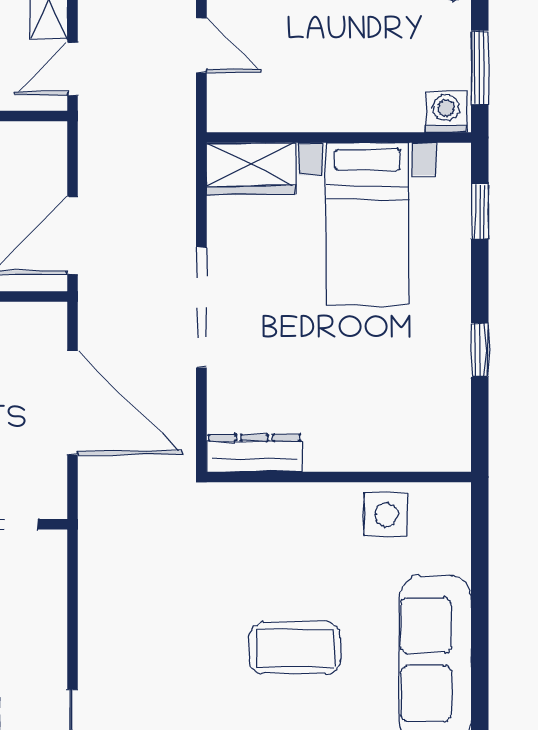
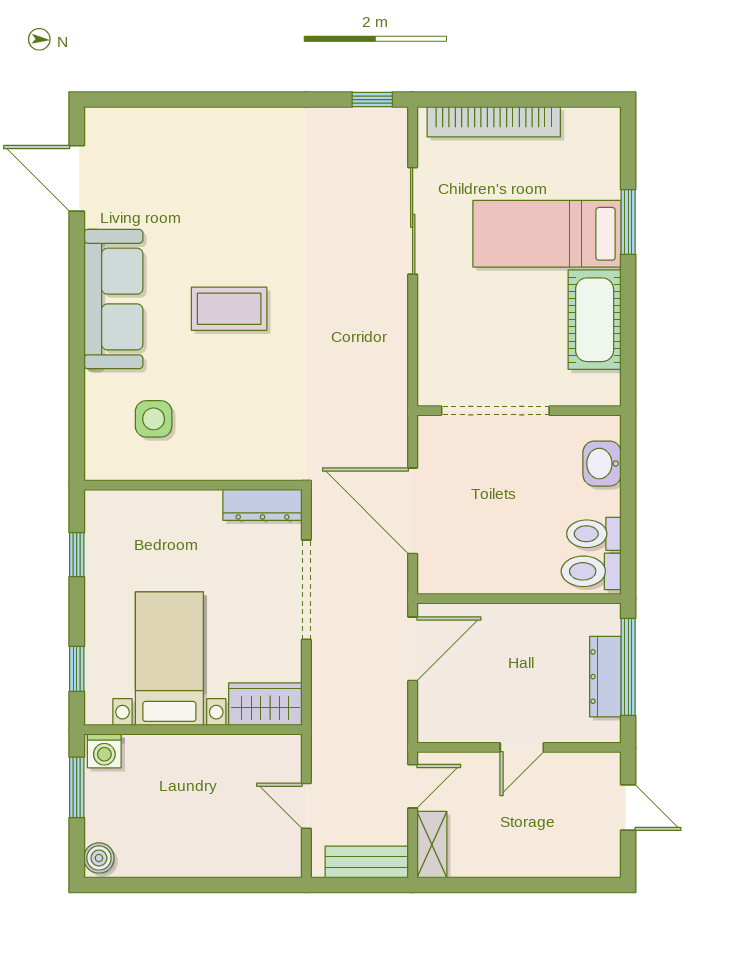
dresser: (254, 453) -> (263, 505), moved
wall: (339, 477) -> (193, 485), moved

